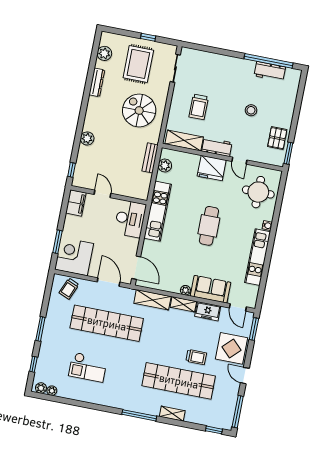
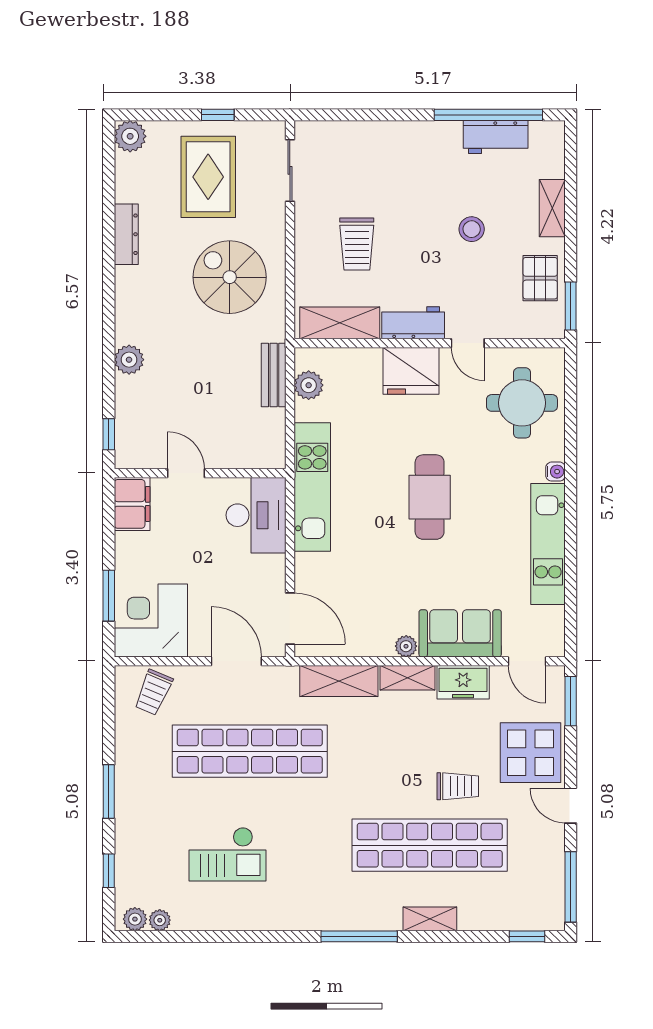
plant: (104, 53) -> (130, 136), moved
shelving: (289, 108) -> (552, 208), added

